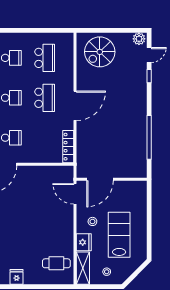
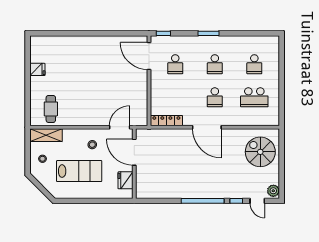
school desk: (45, 98) -> (215, 97), width x0.54
window: (149, 137) -> (203, 201), moved
fridge: (84, 242) -> (125, 180), moved, turned 90

